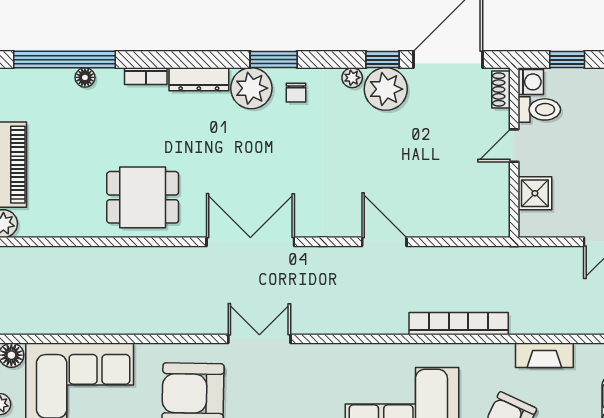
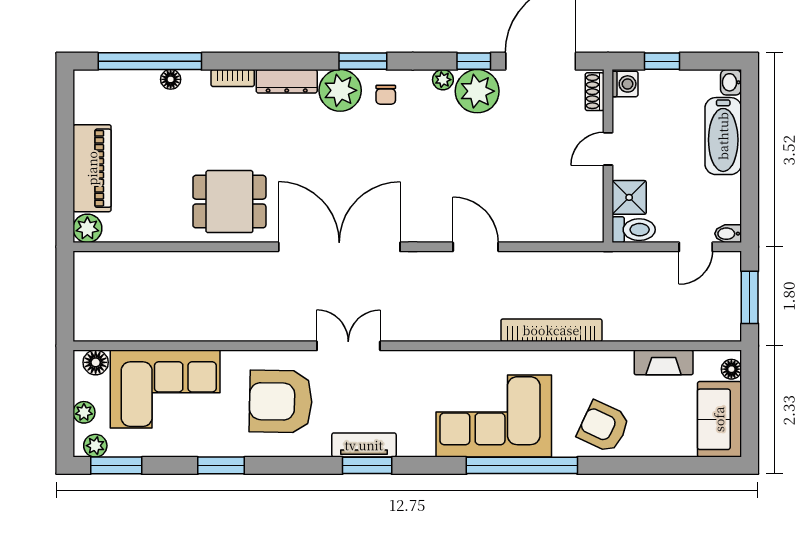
toilet: (539, 109) -> (634, 230), moved
double door: (250, 242) -> (339, 247), width x1.36
fireplace: (544, 355) -> (664, 362), moved

